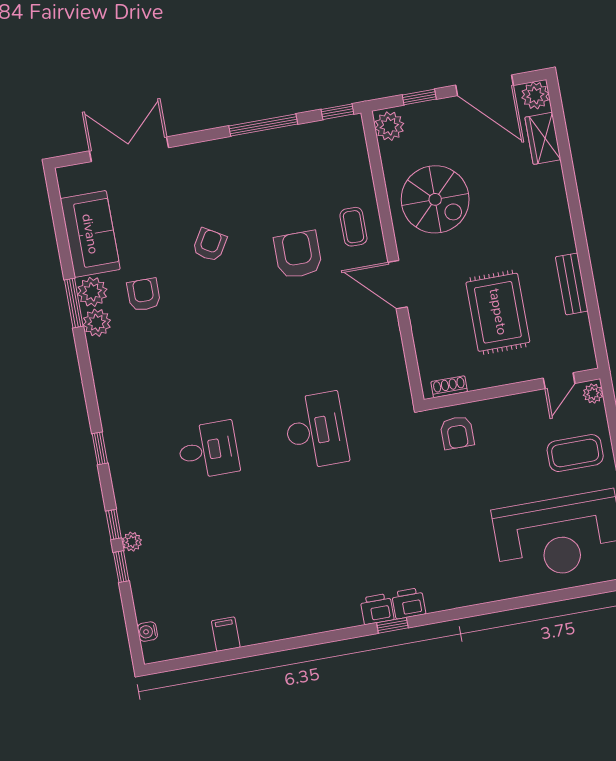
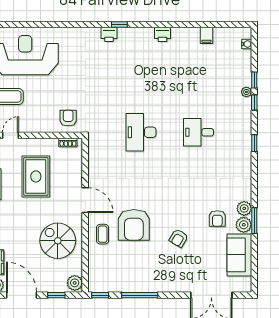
armchair: (298, 255) -> (134, 225), width x1.36, depth x1.36
printer: (377, 609) -> (163, 34), moved

